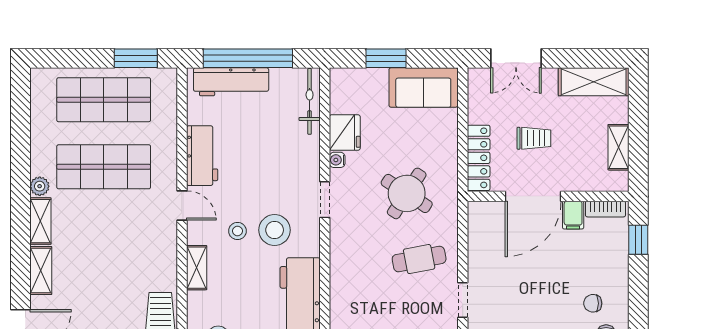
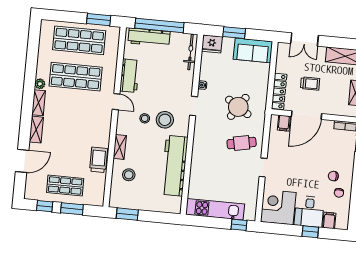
fridge: (345, 132) -> (212, 44), moved, turned 90
filing cabinet: (573, 215) -> (284, 123), moved
shelving: (197, 268) -> (120, 147), moved

